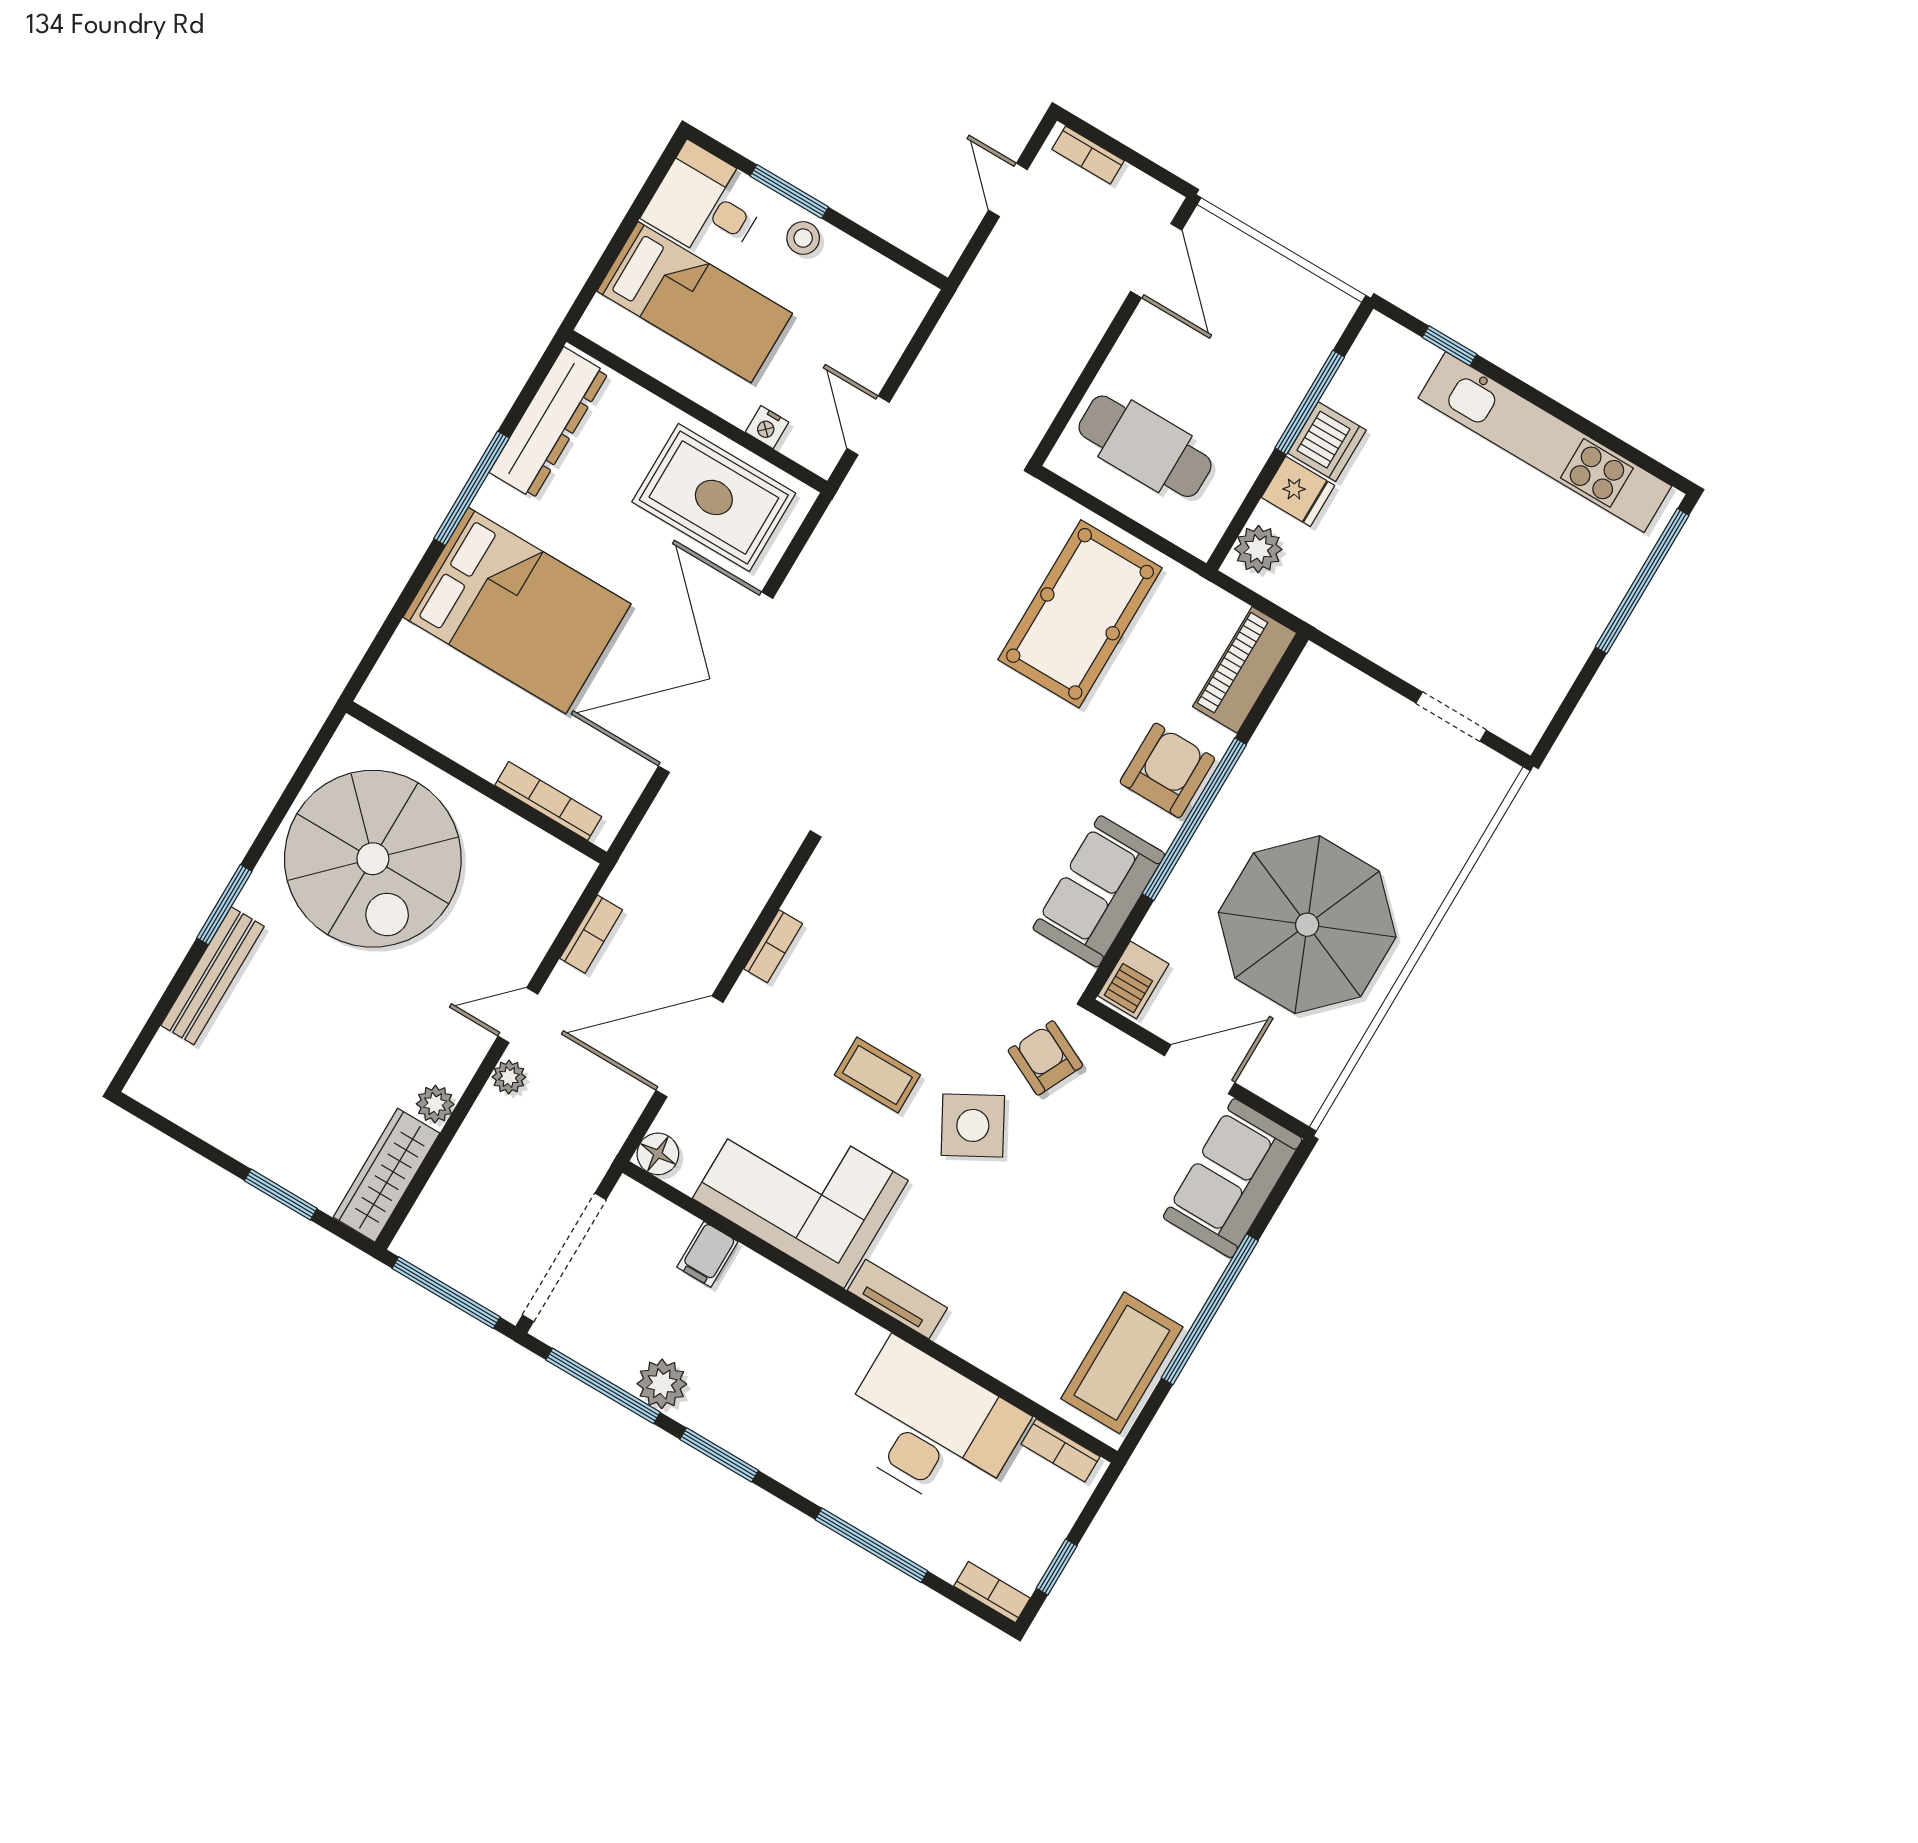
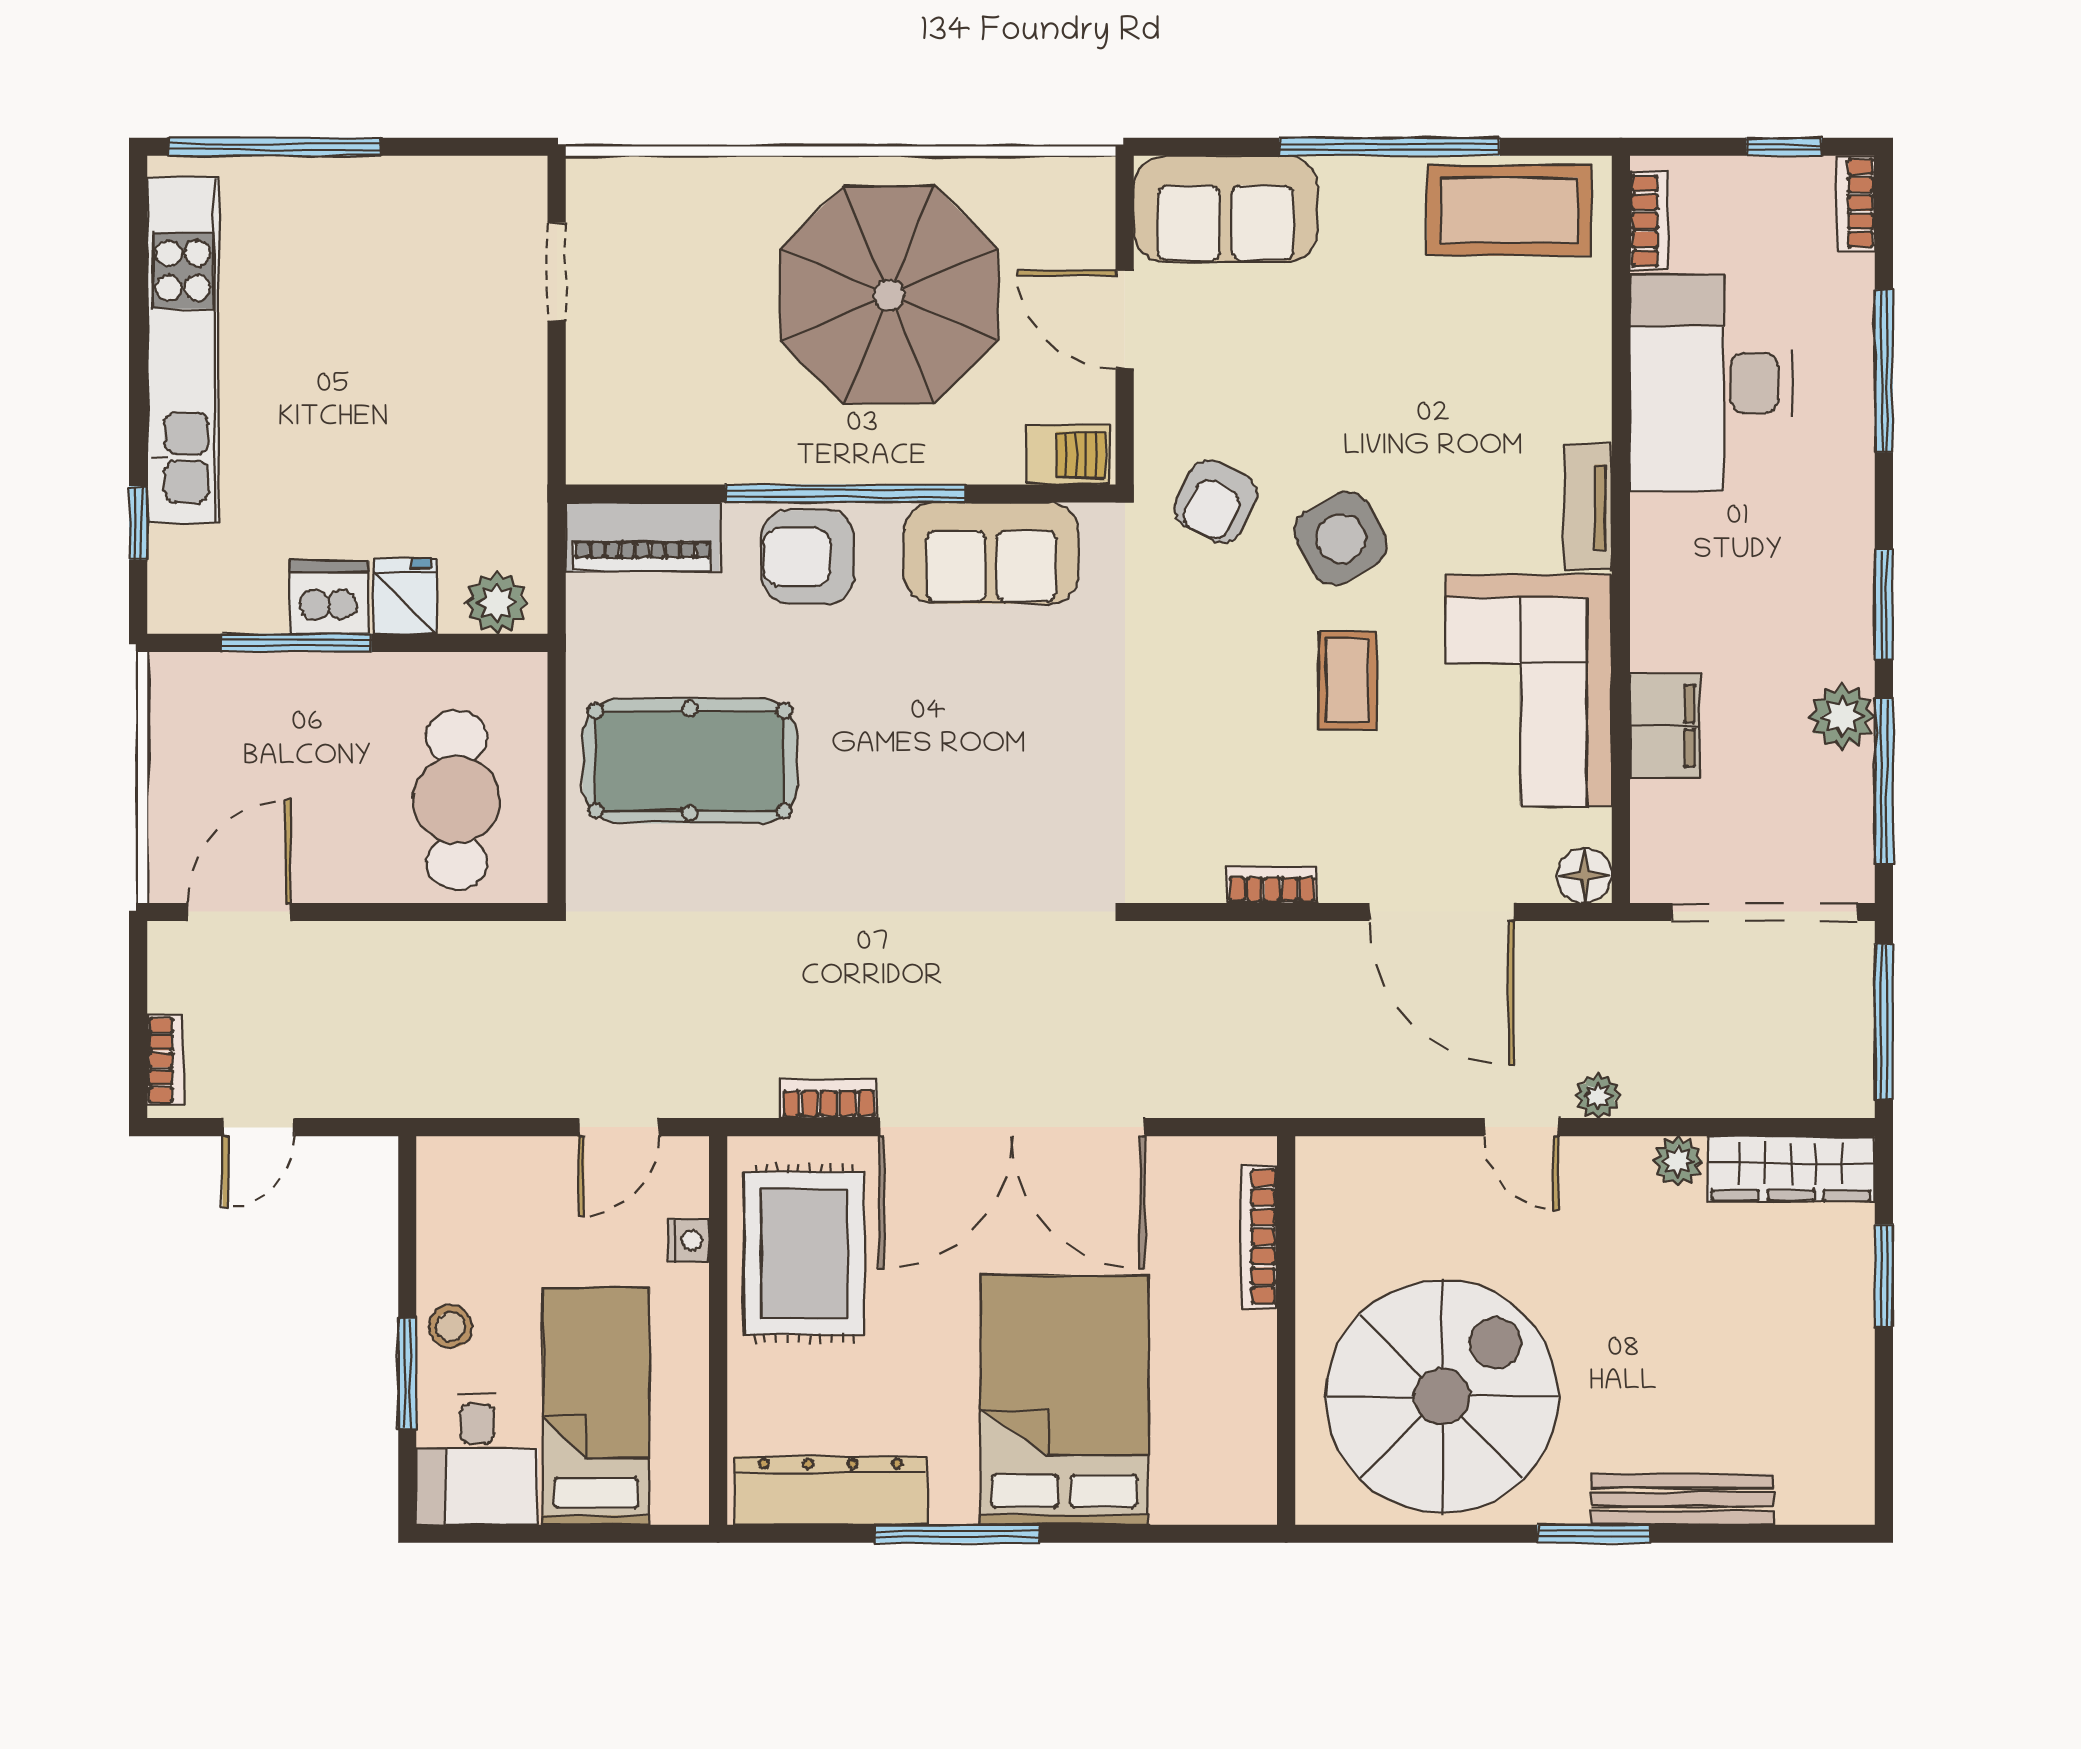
bookcase: (591, 934) -> (829, 1099), moved
filing cabinet: (707, 1254) -> (1665, 726), width x2.00

